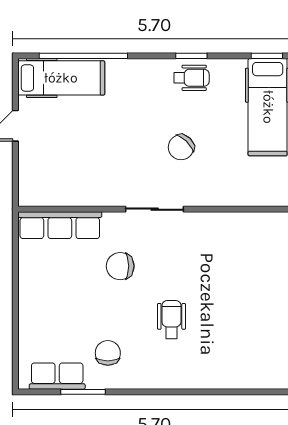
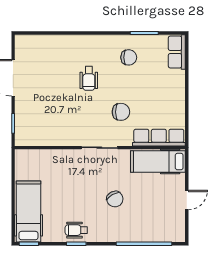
hospital bed: (61, 78) -> (158, 162), moved
chair: (181, 147) -> (115, 199), moved, turned 107
chair: (108, 353) -> (129, 57), turned -90
row of seats: (57, 376) -> (177, 52), moved, turned 90

